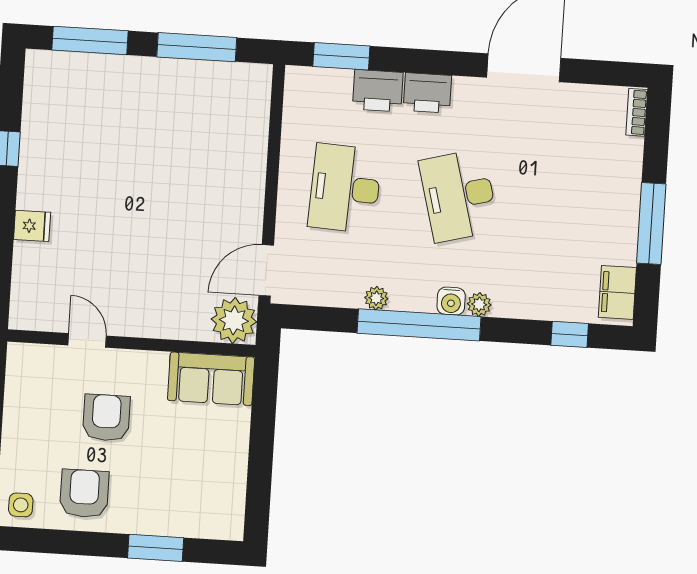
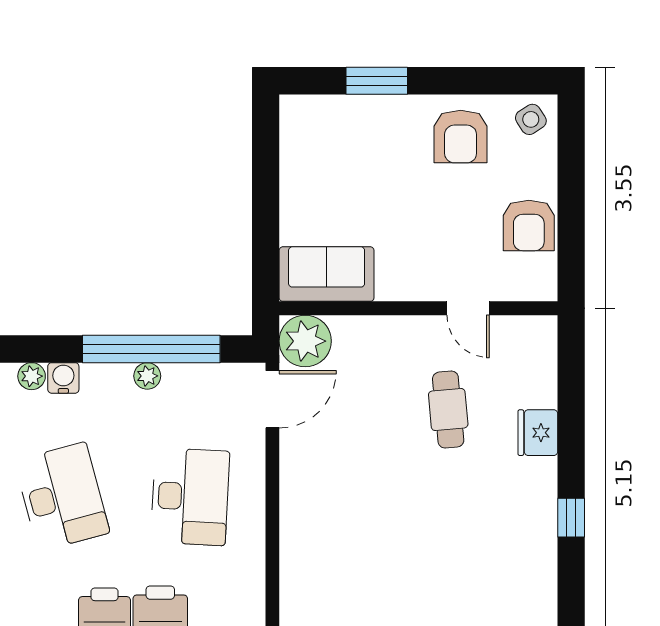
fridge: (32, 226) -> (538, 433), width x1.38
cafe table: (111, 251) -> (448, 410), added
window: (419, 325) -> (151, 349), moved
armchair: (106, 418) -> (529, 225), moved
side table: (21, 505) -> (531, 119), turned -33

